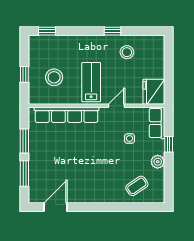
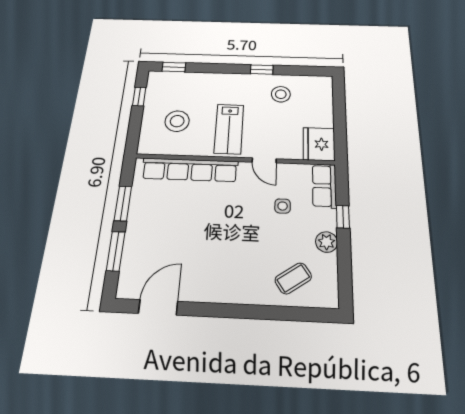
window: (24, 74) -> (139, 97), moved
lab bench: (91, 82) -> (229, 129), turned 180
door: (116, 106) -> (264, 160), swing flipped

